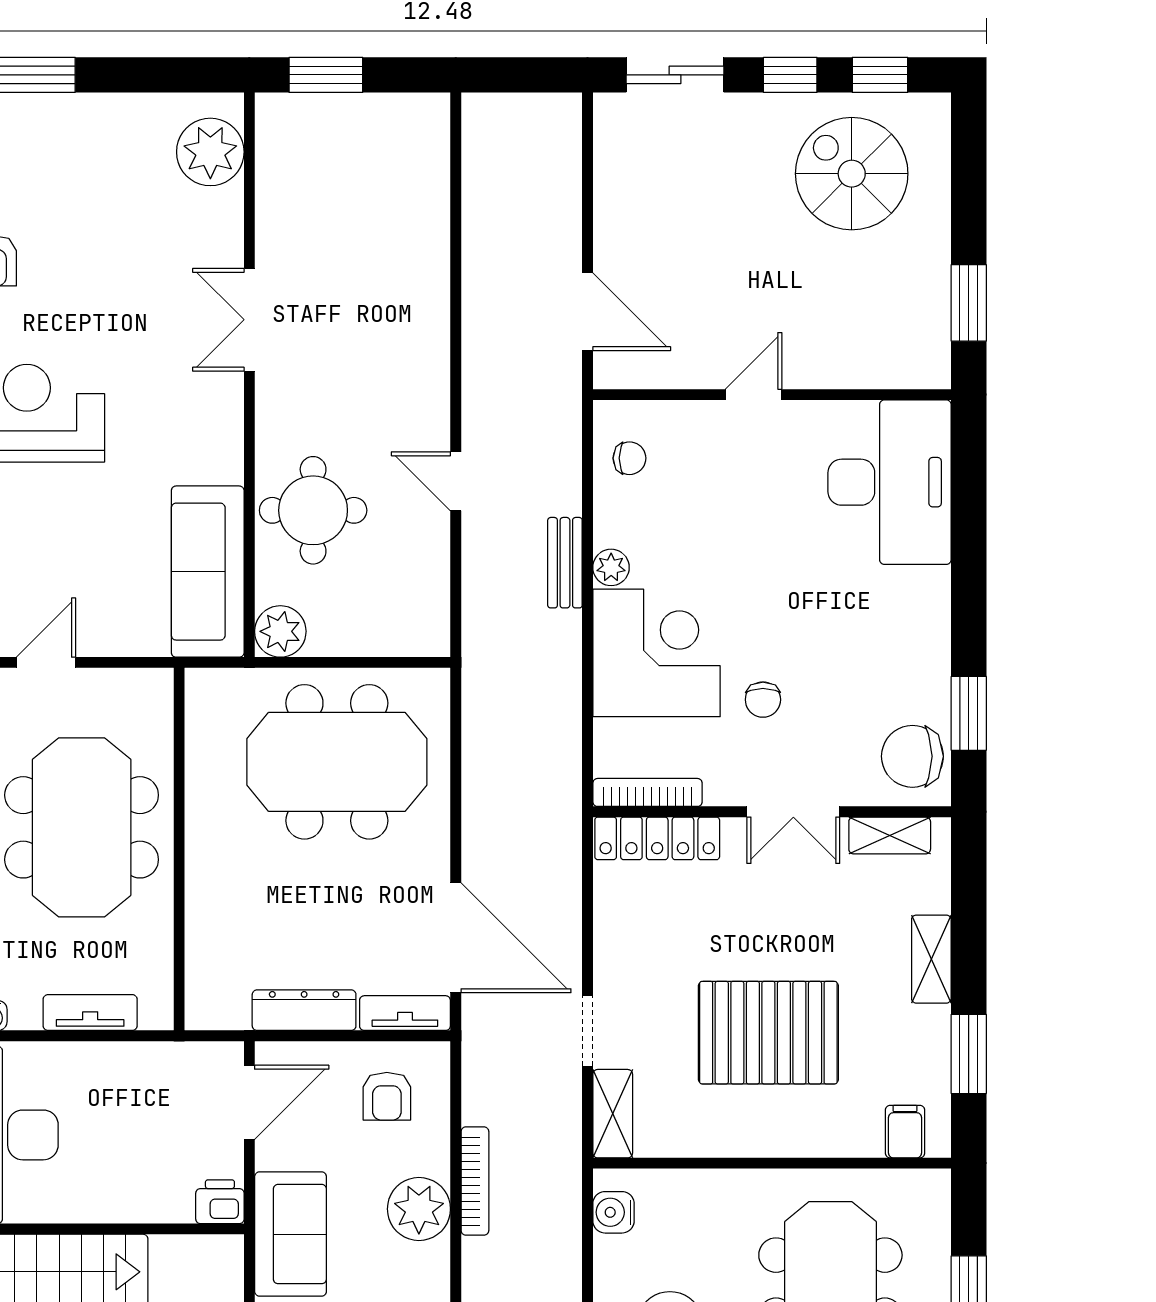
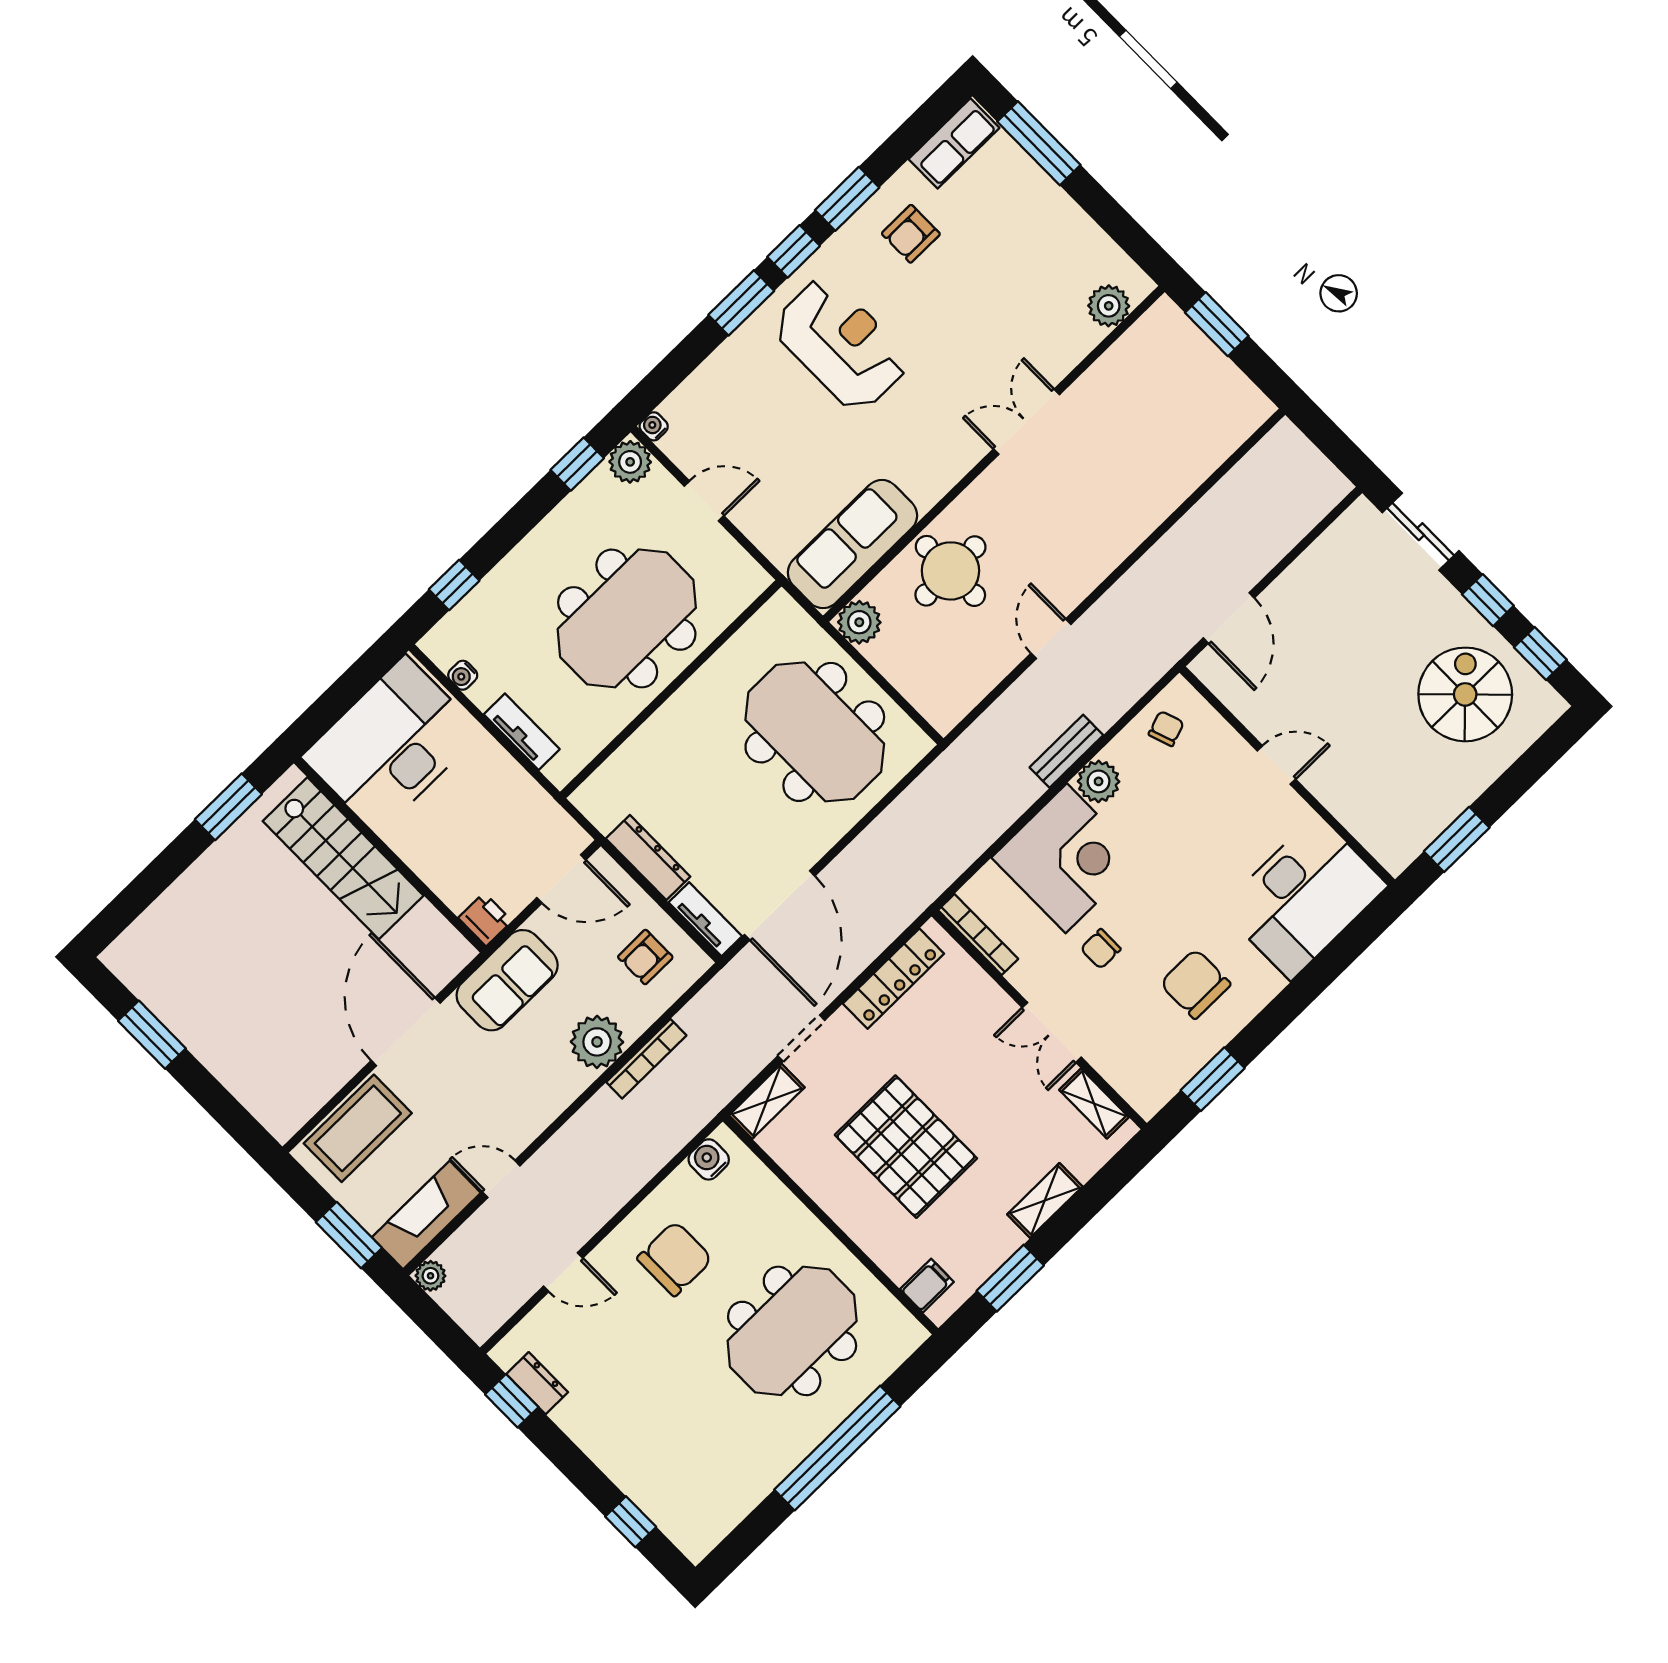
plant: (210, 152) -> (1109, 306), width x0.73, depth x0.73
chair: (630, 458) -> (1166, 729), turned -109
plant: (611, 567) -> (1099, 781), width x1.38, depth x1.38
chair: (912, 756) -> (1195, 984), moved
locker: (657, 838) -> (893, 979), moved, turned -90

